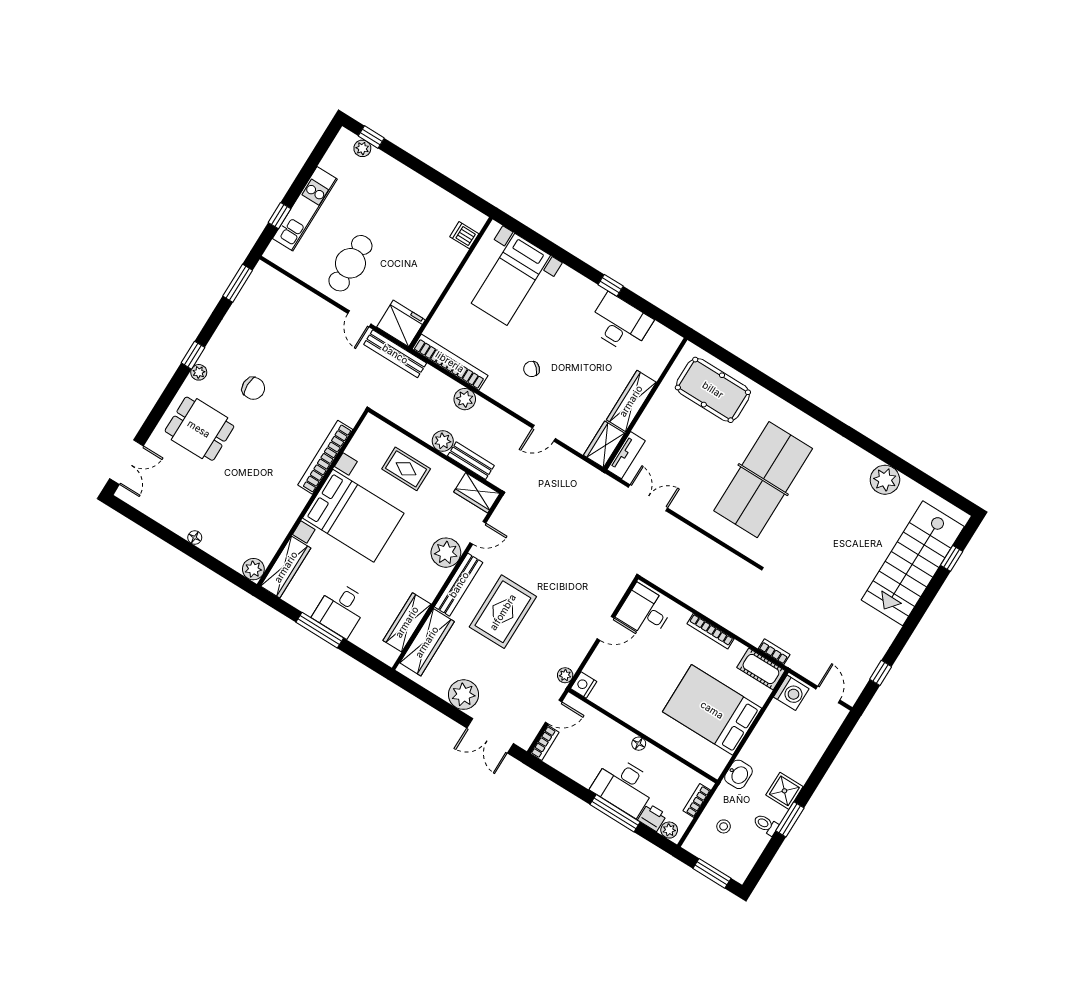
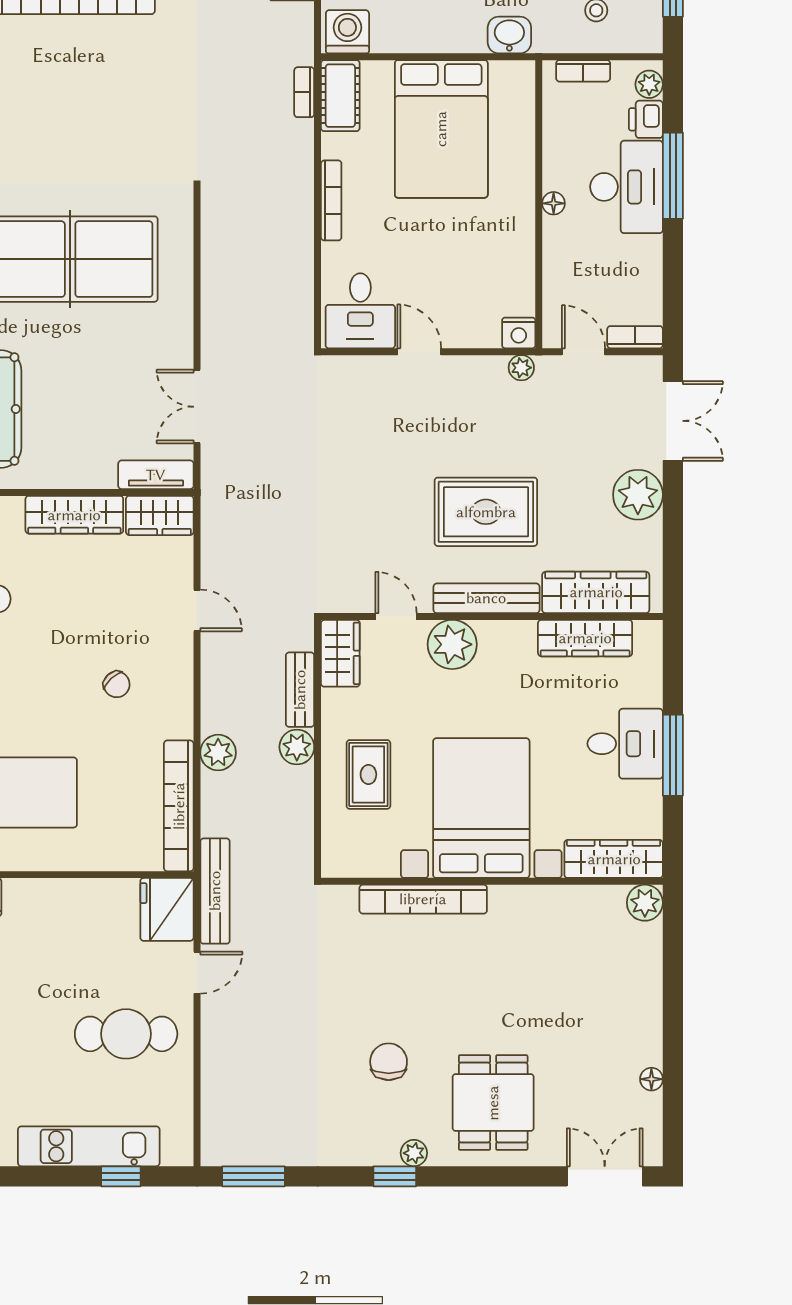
floor lamp: (195, 538) -> (651, 1079), moved

